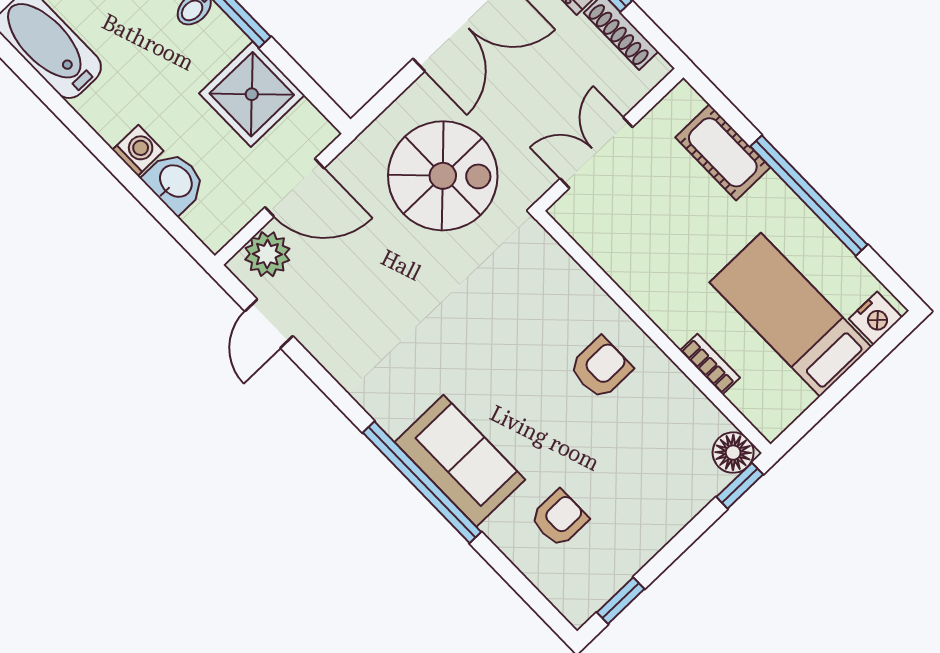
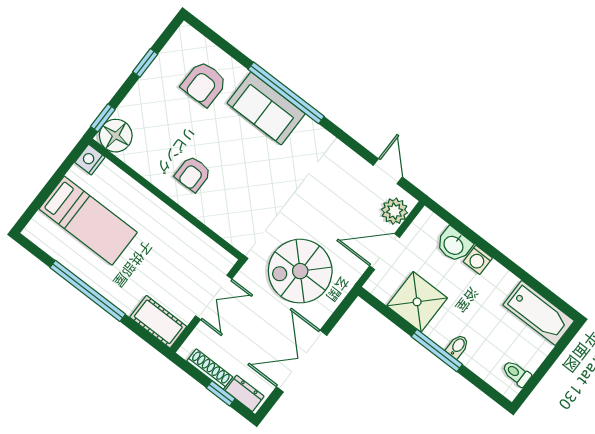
cot: (723, 152) -> (158, 322), moved
nightstand: (875, 318) -> (90, 160), moved
bookcase: (710, 364) -> (130, 185), removed
floor lamp: (733, 453) -> (116, 136), width x1.38, depth x1.38
armchair: (559, 518) -> (204, 84), width x1.38, depth x1.38
window: (621, 601) -> (145, 63), moved

